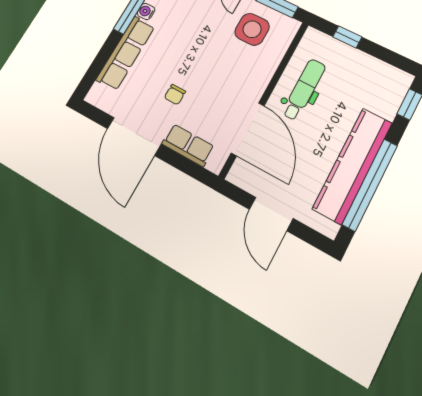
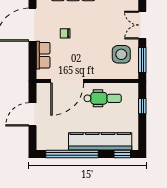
kitchen counter: (353, 166) -> (100, 141), moved

